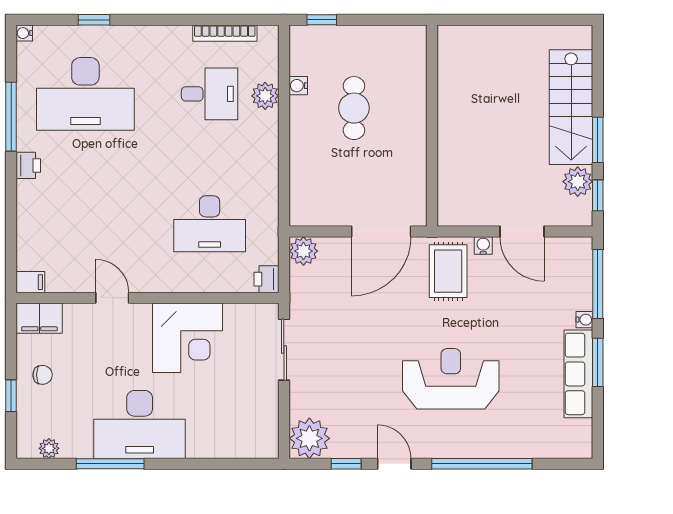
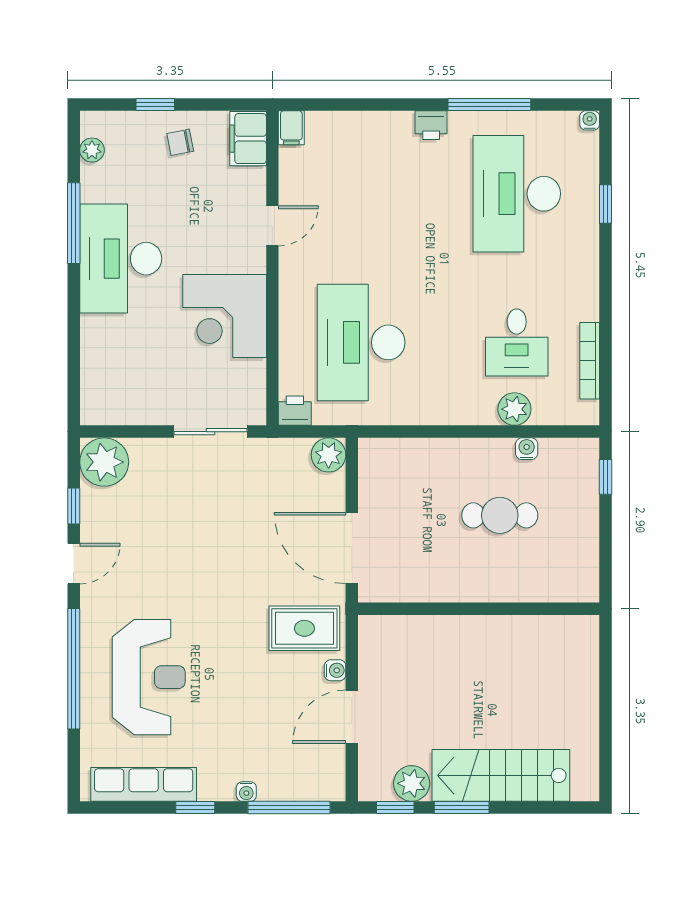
desk: (210, 224) -> (361, 342), width x1.36, depth x1.30
window: (598, 362) -> (195, 808), width x0.67
row of seats: (578, 374) -> (144, 784), moved
chair: (43, 375) -> (180, 142), turned 79
reception desk: (451, 379) -> (149, 677), moved

